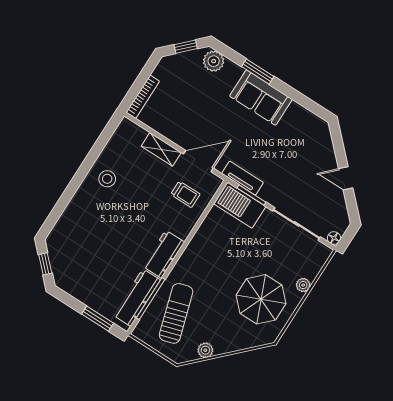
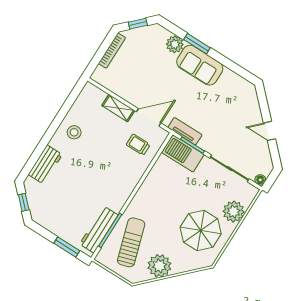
plant: (214, 61) -> (175, 44), moved
bookcase: (143, 97) -> (112, 51), moved
trolley: (185, 194) -> (138, 145), turned 180
workbench: (164, 254) -> (45, 165), moved, turned 180
plant: (303, 285) -> (234, 212), width x1.87, depth x1.87
plant: (205, 350) -> (159, 266), width x1.87, depth x1.87

